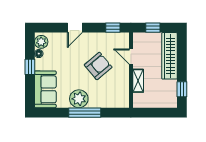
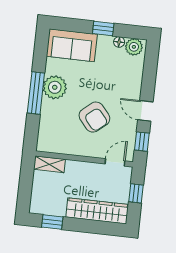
door: (75, 28) -> (145, 111), moved
door: (131, 57) -> (115, 162), moved
shelving: (138, 81) -> (50, 164), moved

